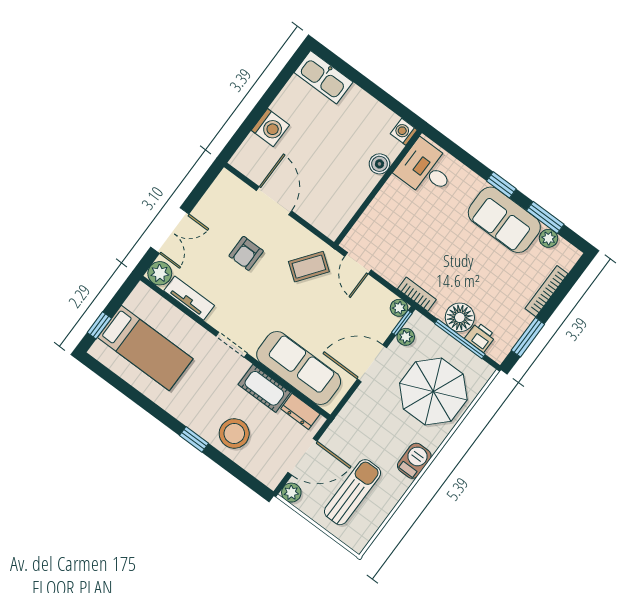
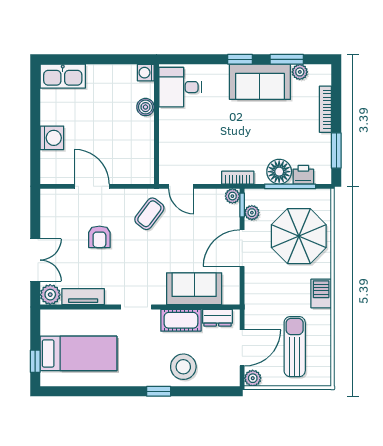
sofa: (299, 368) -> (194, 289), width x0.73

